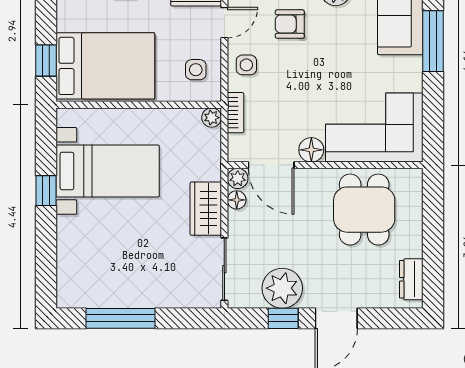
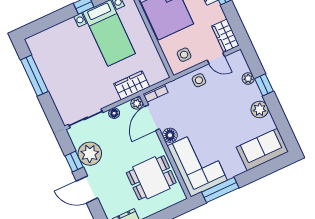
armchair: (290, 24) -> (231, 93), removed
window: (433, 41) -> (220, 190), moved
bookcase: (235, 113) -> (156, 93), moved
plant: (212, 118) -> (163, 75), removed
floor lamp: (237, 200) -> (114, 113), moved
wardrobe: (206, 209) -> (132, 85), moved

